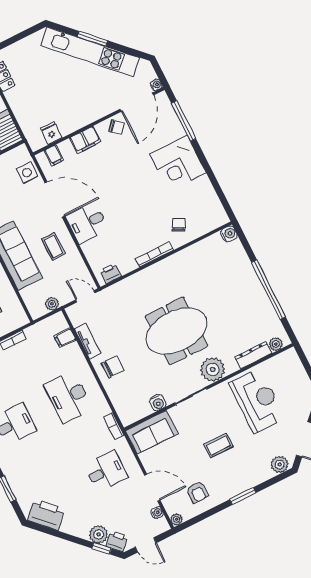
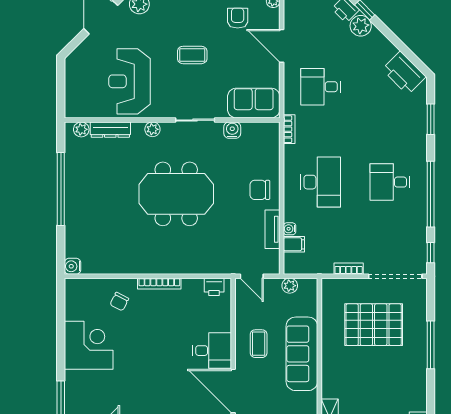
corner desk: (178, 163) -> (89, 345), moved
plant: (213, 369) -> (152, 129), width x0.53, depth x0.53
water cooler: (157, 513) -> (290, 229), moved

